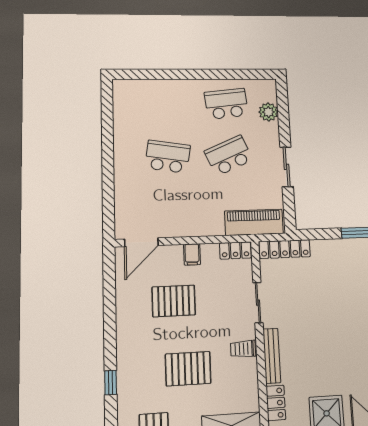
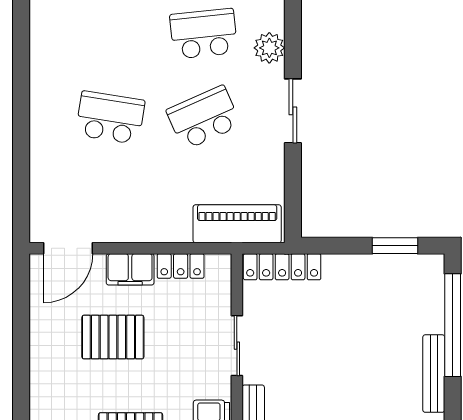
sliding door: (287, 167) -> (293, 111), moved
locker: (235, 251) -> (181, 266), moved
filing cabinet: (192, 254) -> (130, 269), width x2.00

